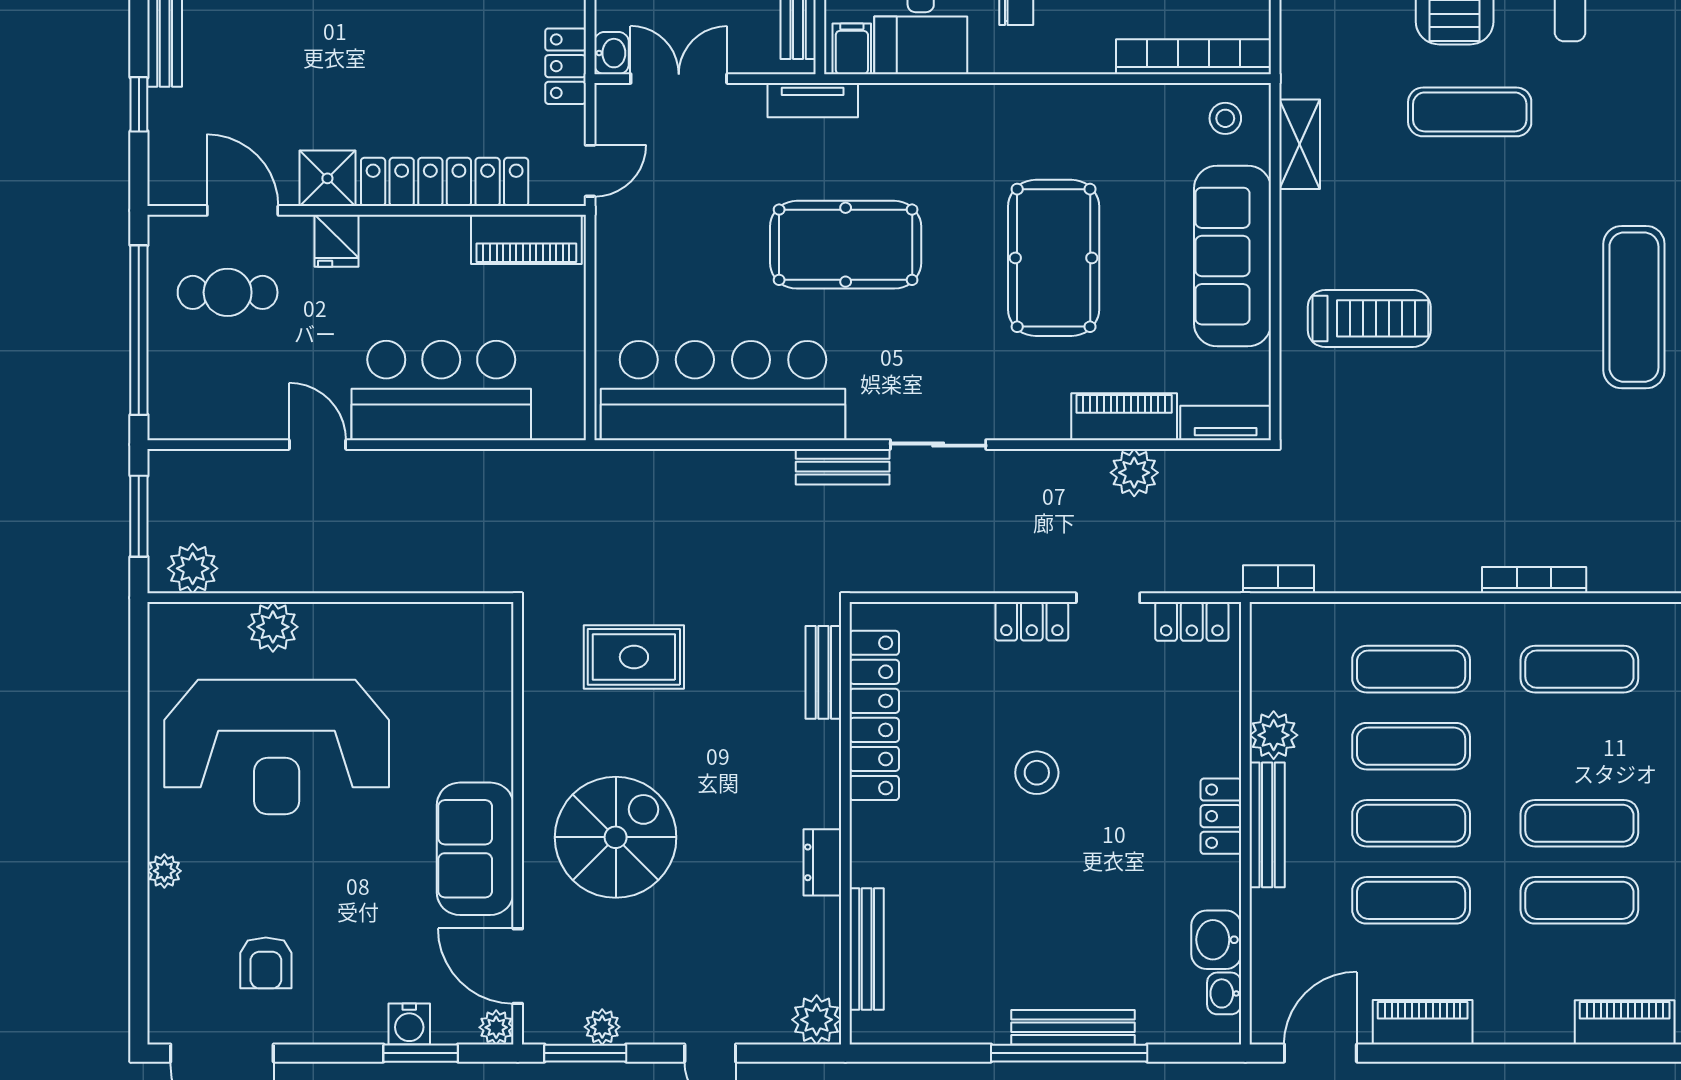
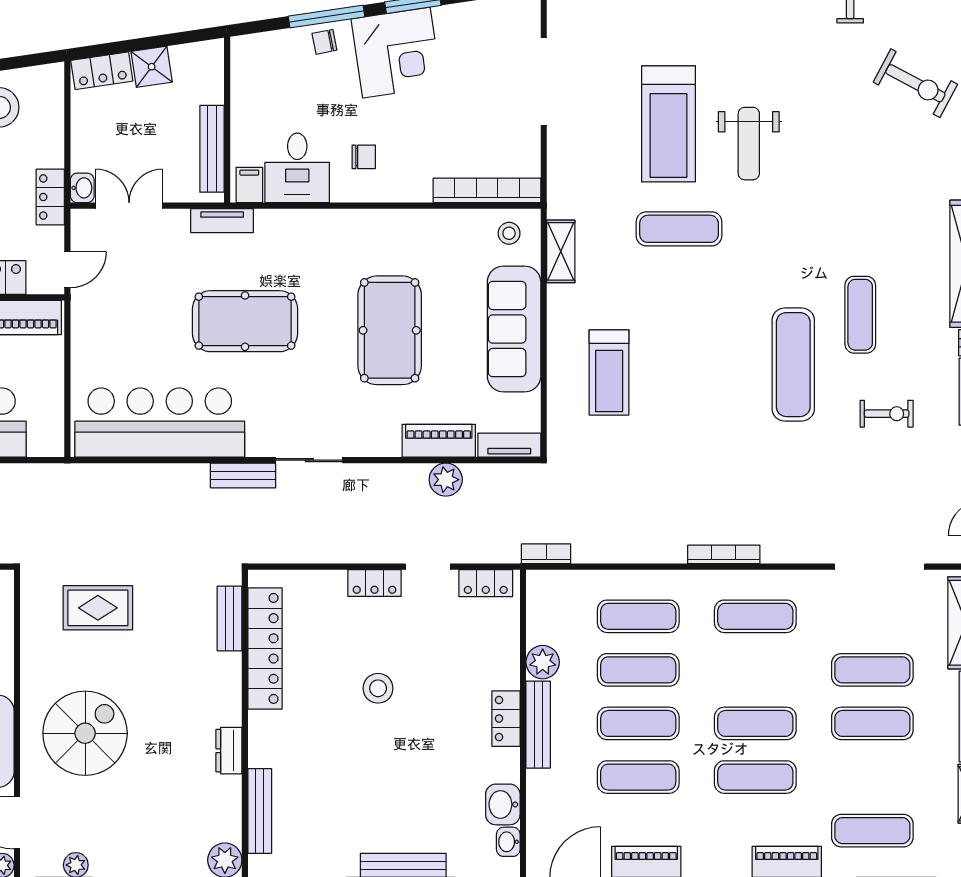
treadmill: (1369, 318) -> (609, 372), turned 90

